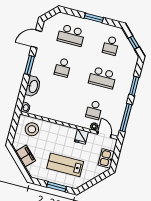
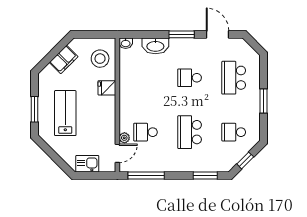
window: (134, 86) -> (205, 175), moved
fridge: (81, 137) -> (107, 88), moved

